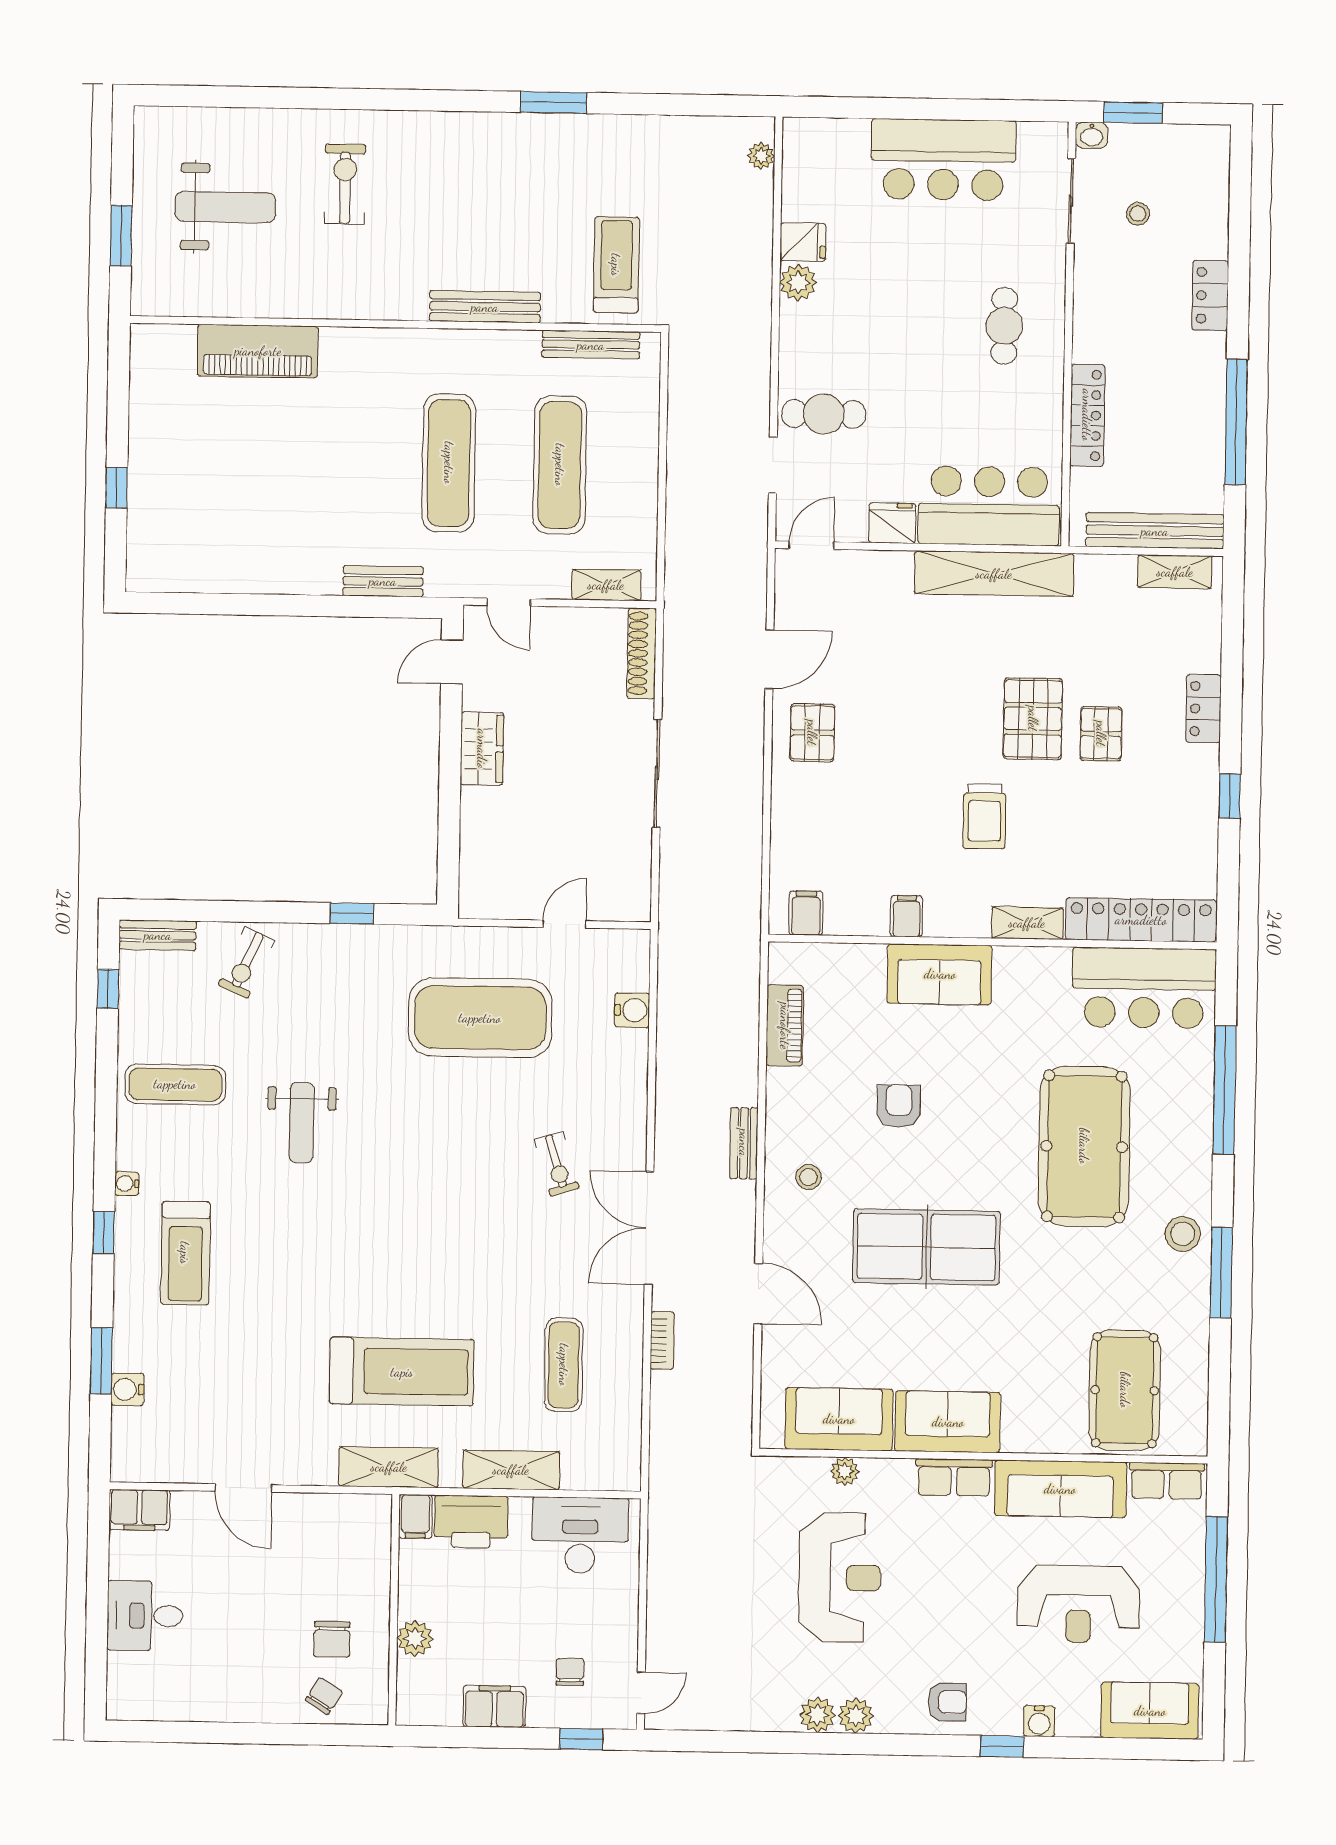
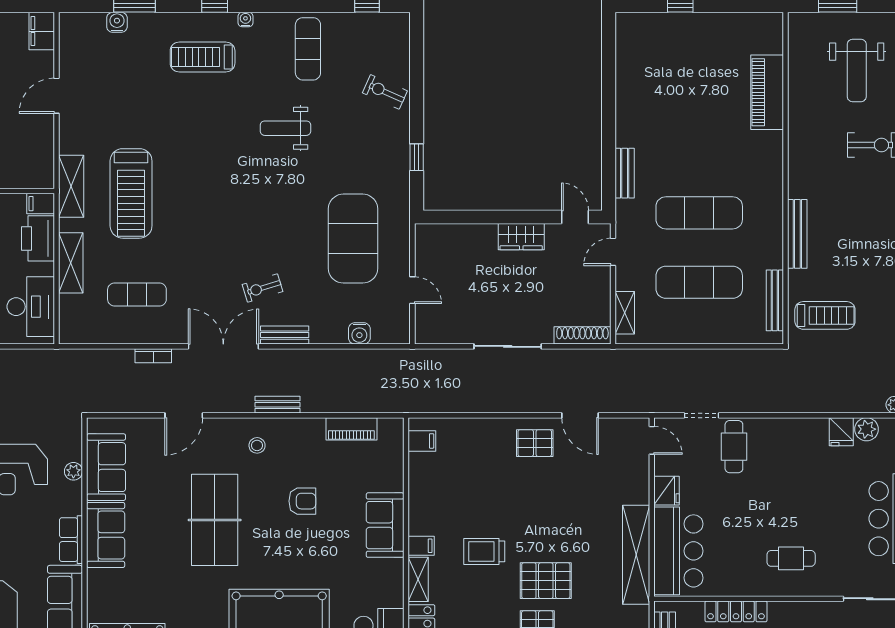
plant: (798, 282) -> (867, 429), moved
filing cabinet: (907, 916) -> (421, 546), moved
bench: (158, 935) -> (285, 335), moved, turned 90

